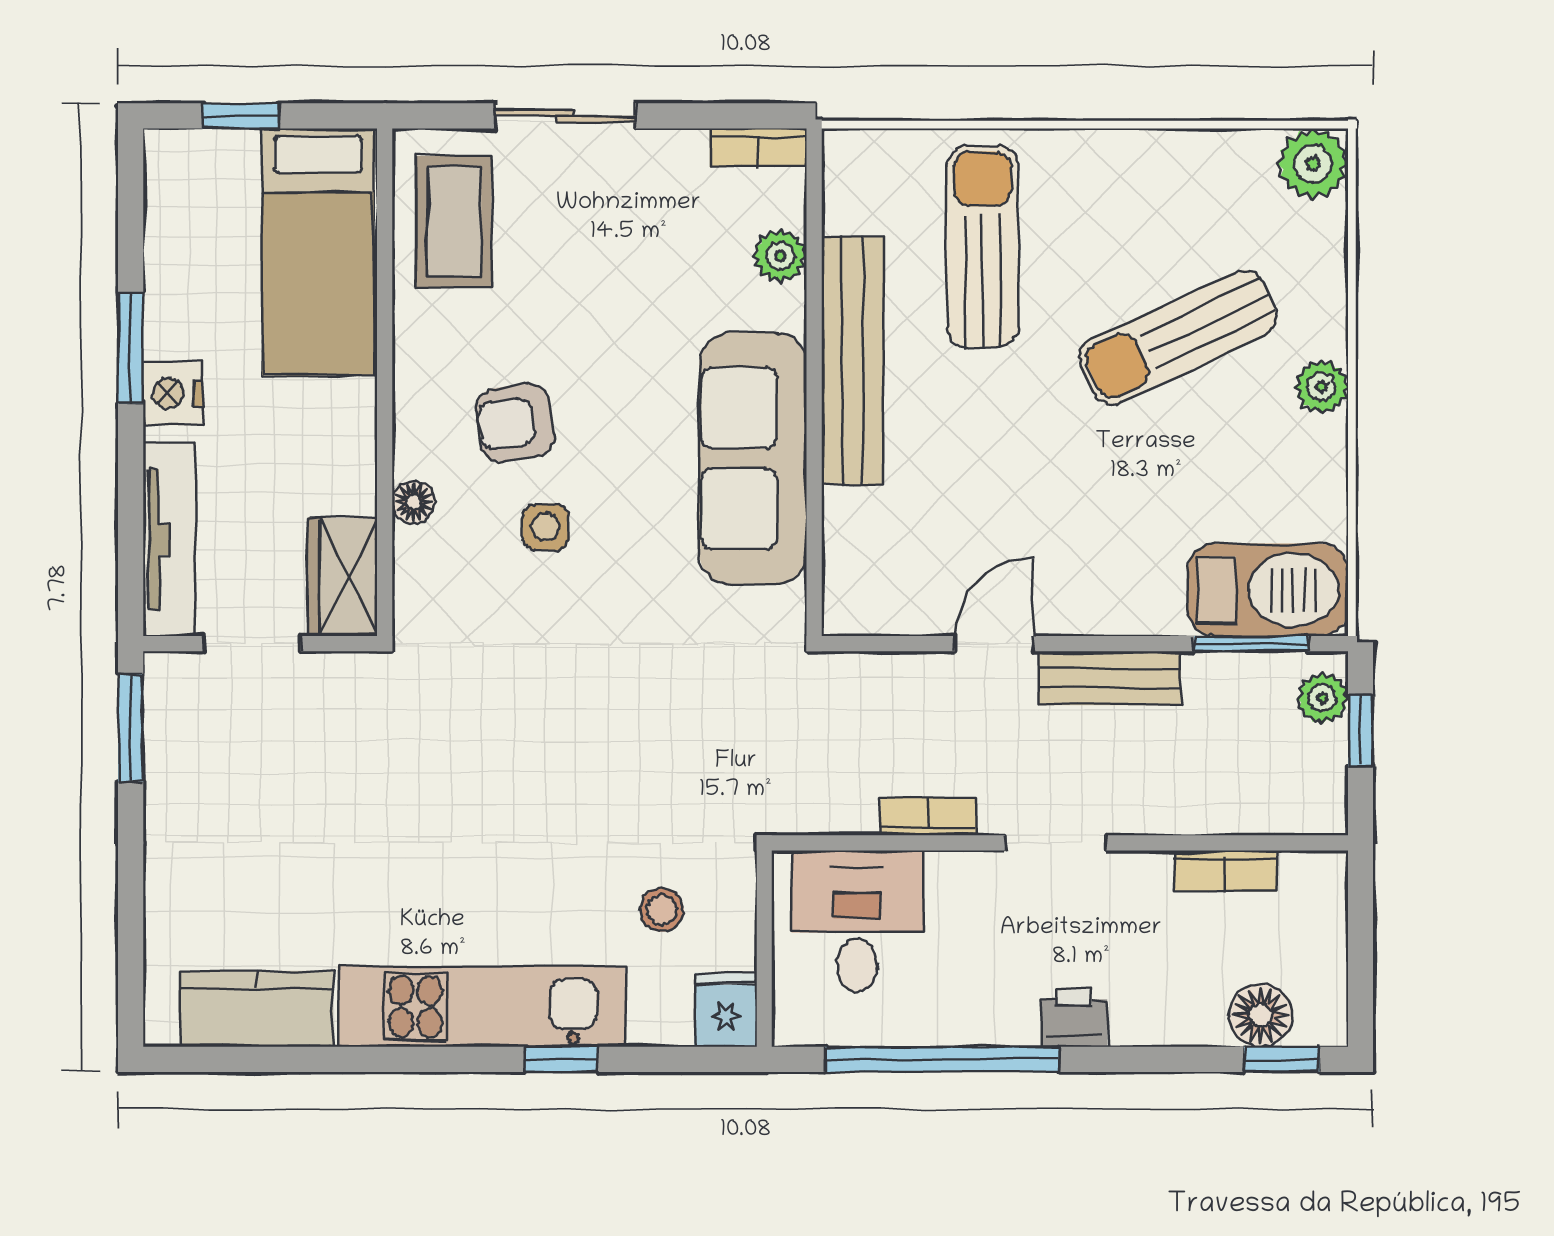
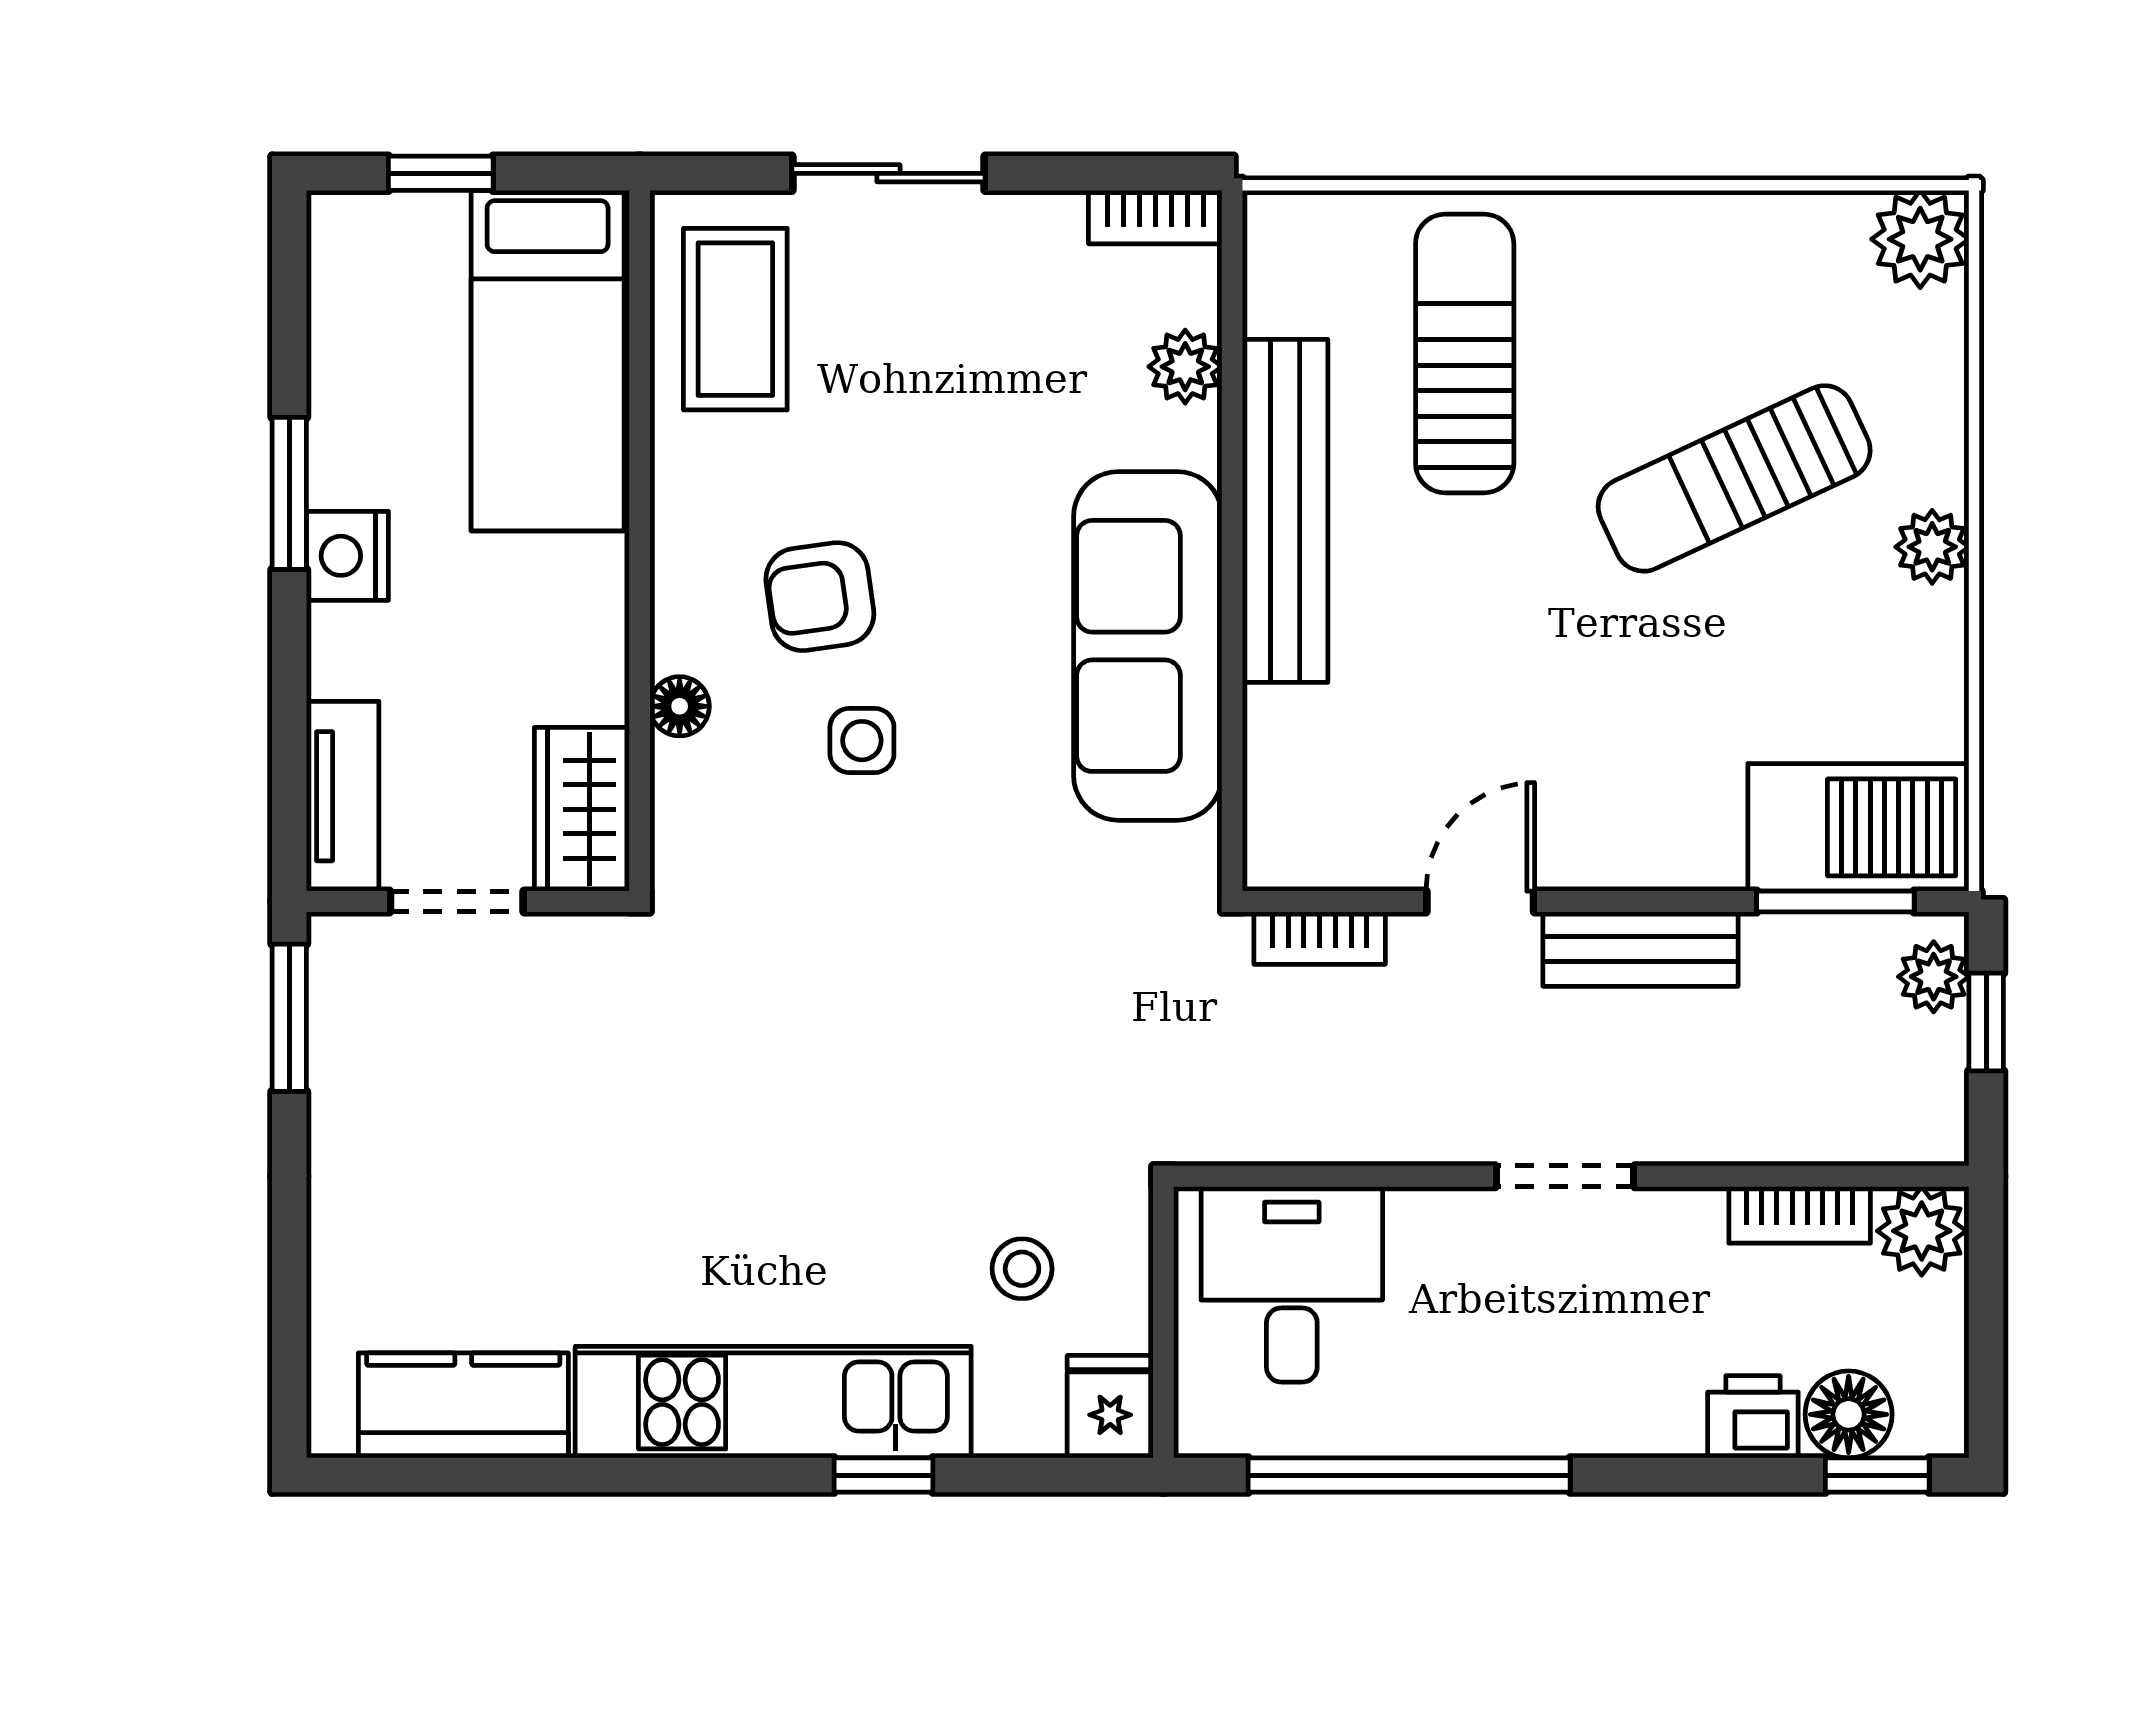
tv unit: (169, 539) -> (343, 796), width x0.71
bookcase: (928, 816) -> (1320, 938), moved, turned 180
plant: (1314, 882) -> (1922, 1231), added
printer: (1074, 1017) -> (1753, 1417), moved

